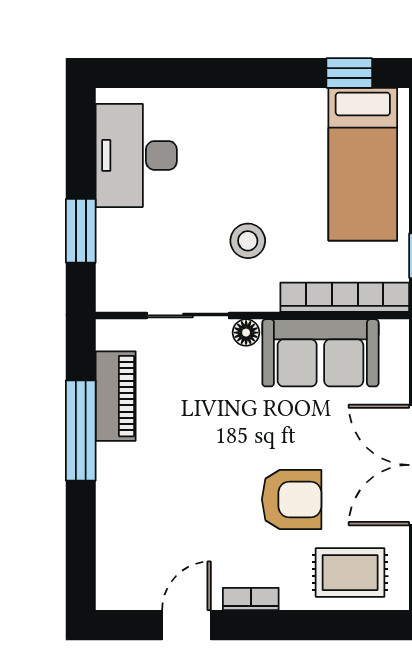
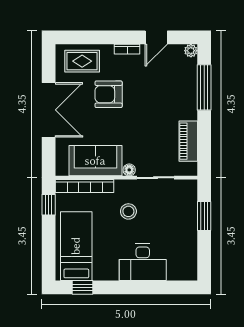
desk: (136, 155) -> (143, 262), moved, turned 90
window: (81, 431) -> (204, 87), moved
plant: (110, 596) -> (191, 51), added

